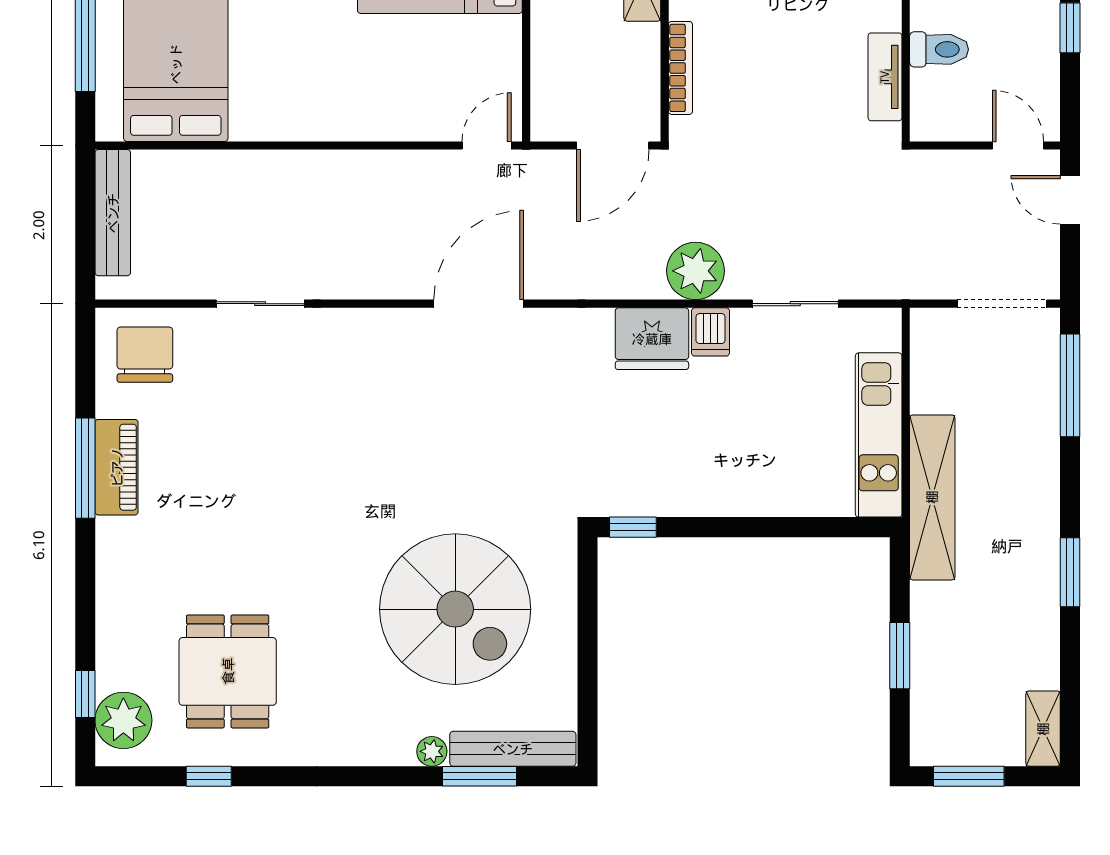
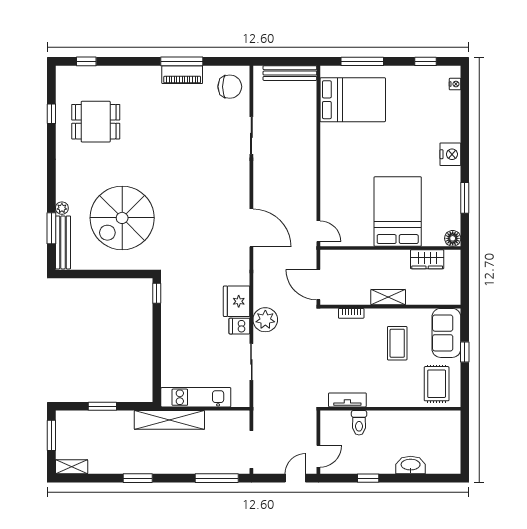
bookcase: (680, 68) -> (351, 313), width x0.64
plant: (123, 720) -> (75, 78), removed

